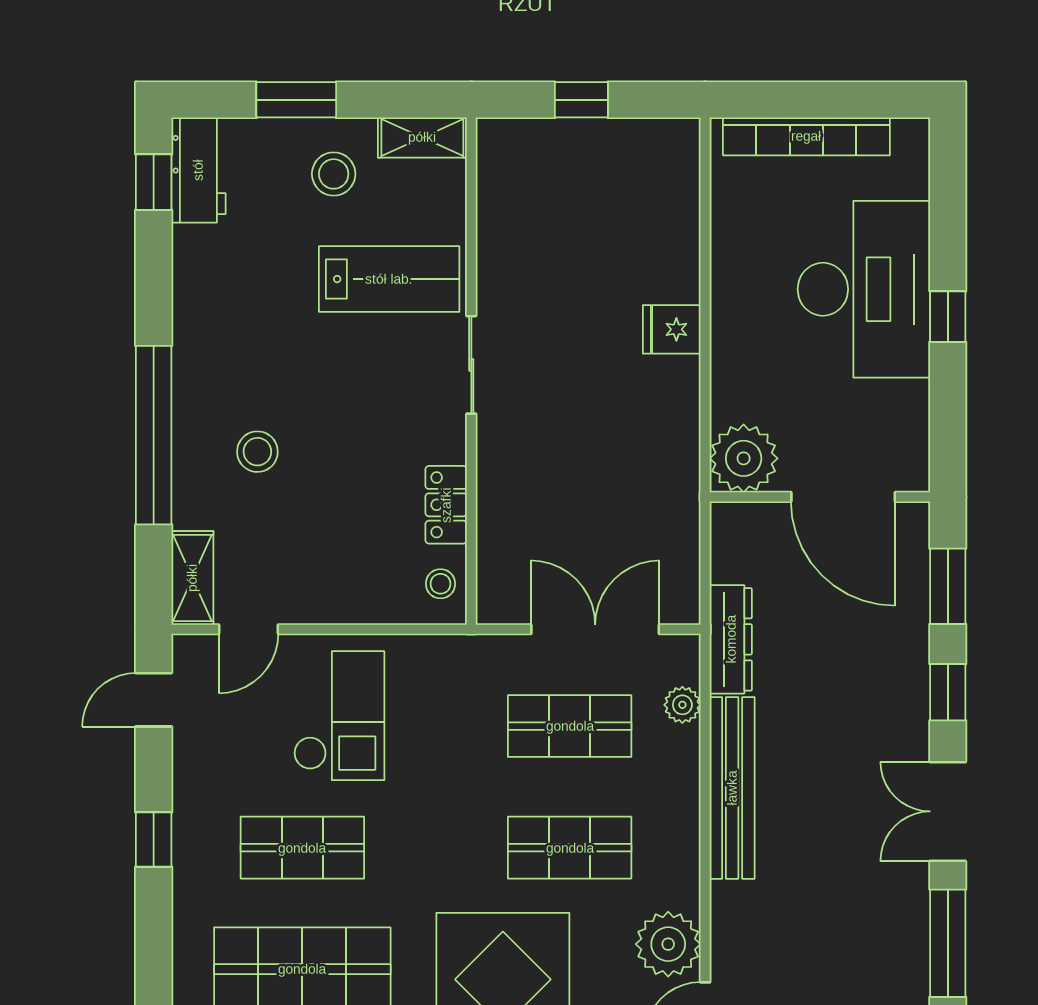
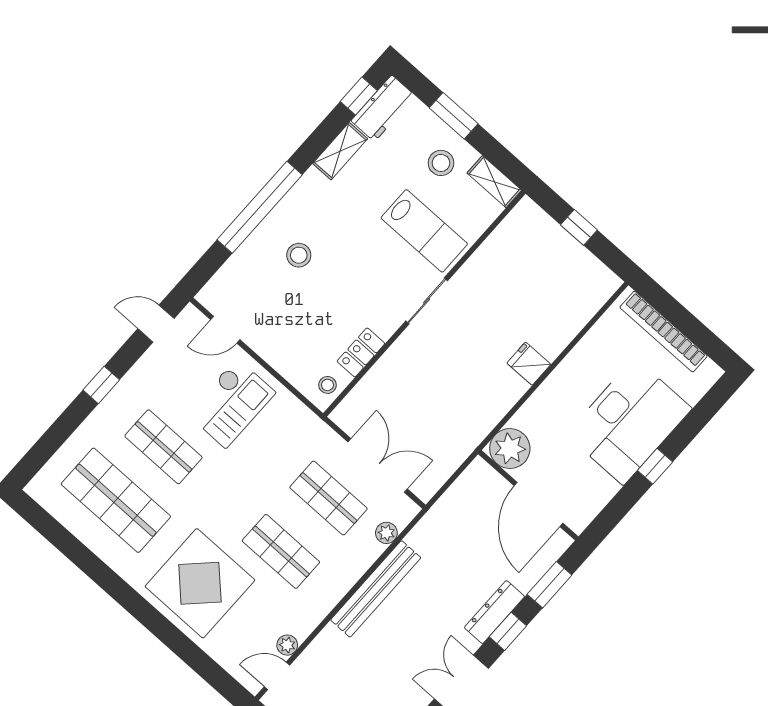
shelving: (192, 578) -> (340, 151), moved
dresser: (731, 639) -> (494, 612), moved, turned 180
plant: (668, 944) -> (287, 645), width x0.53, depth x0.53

